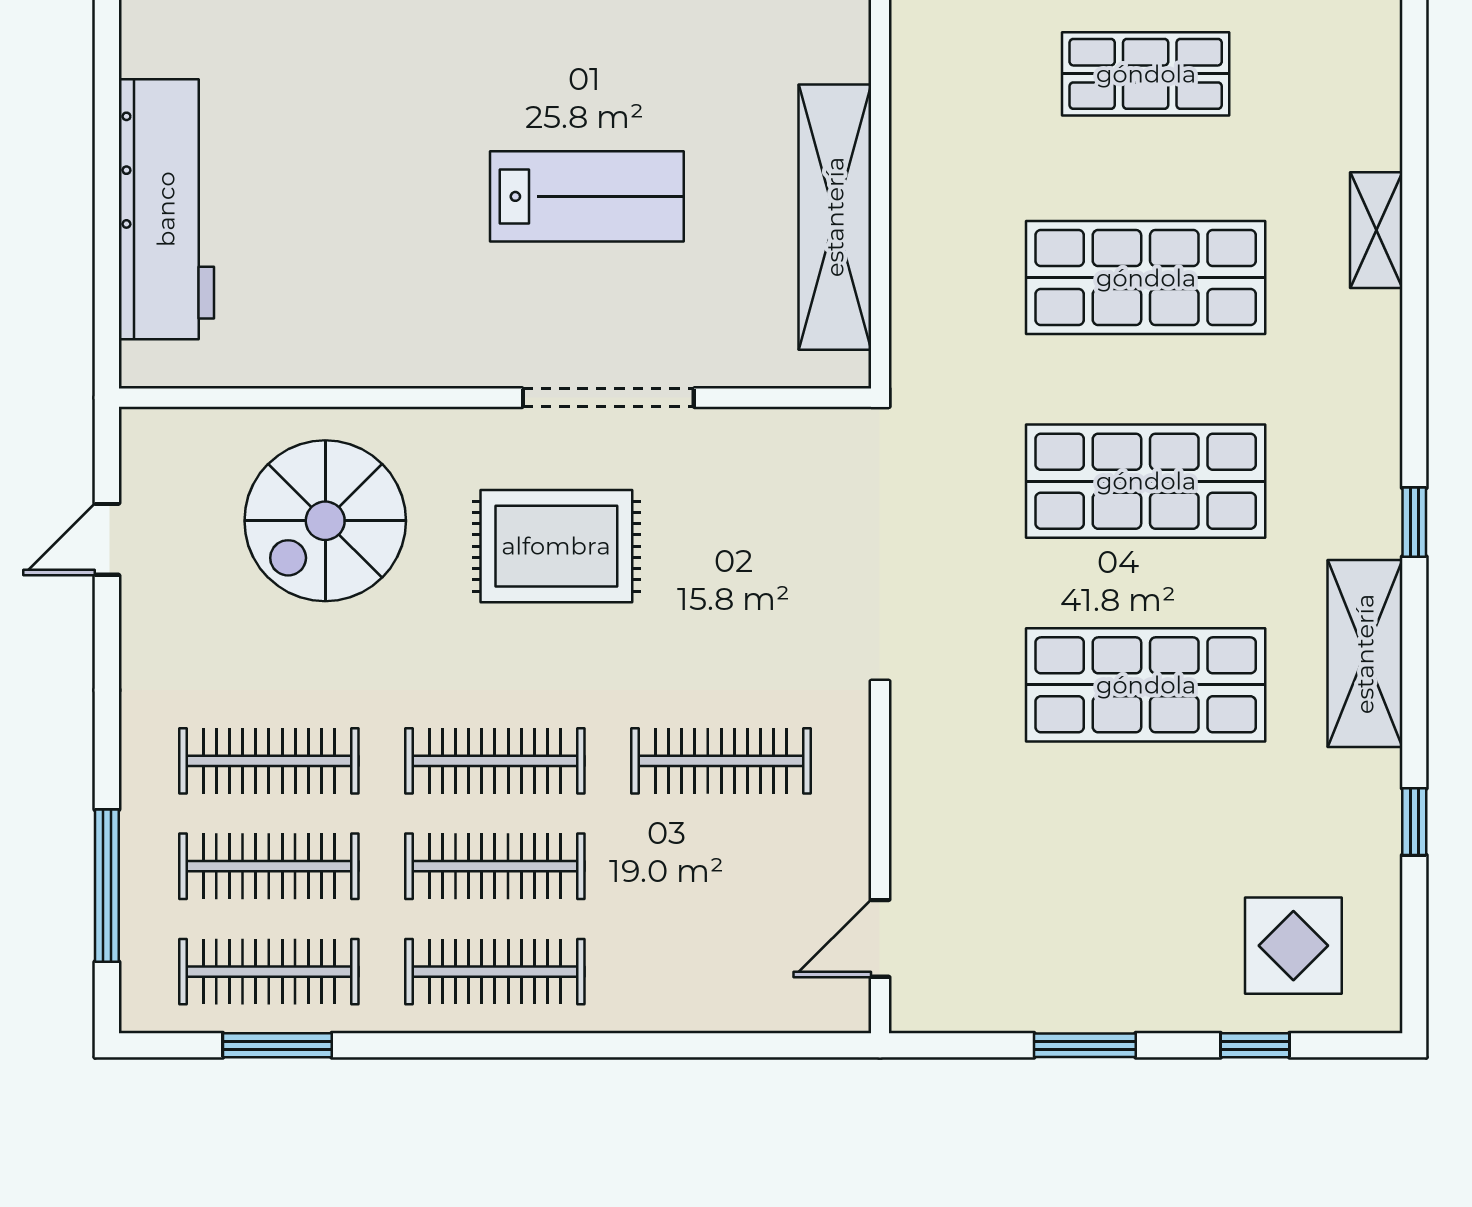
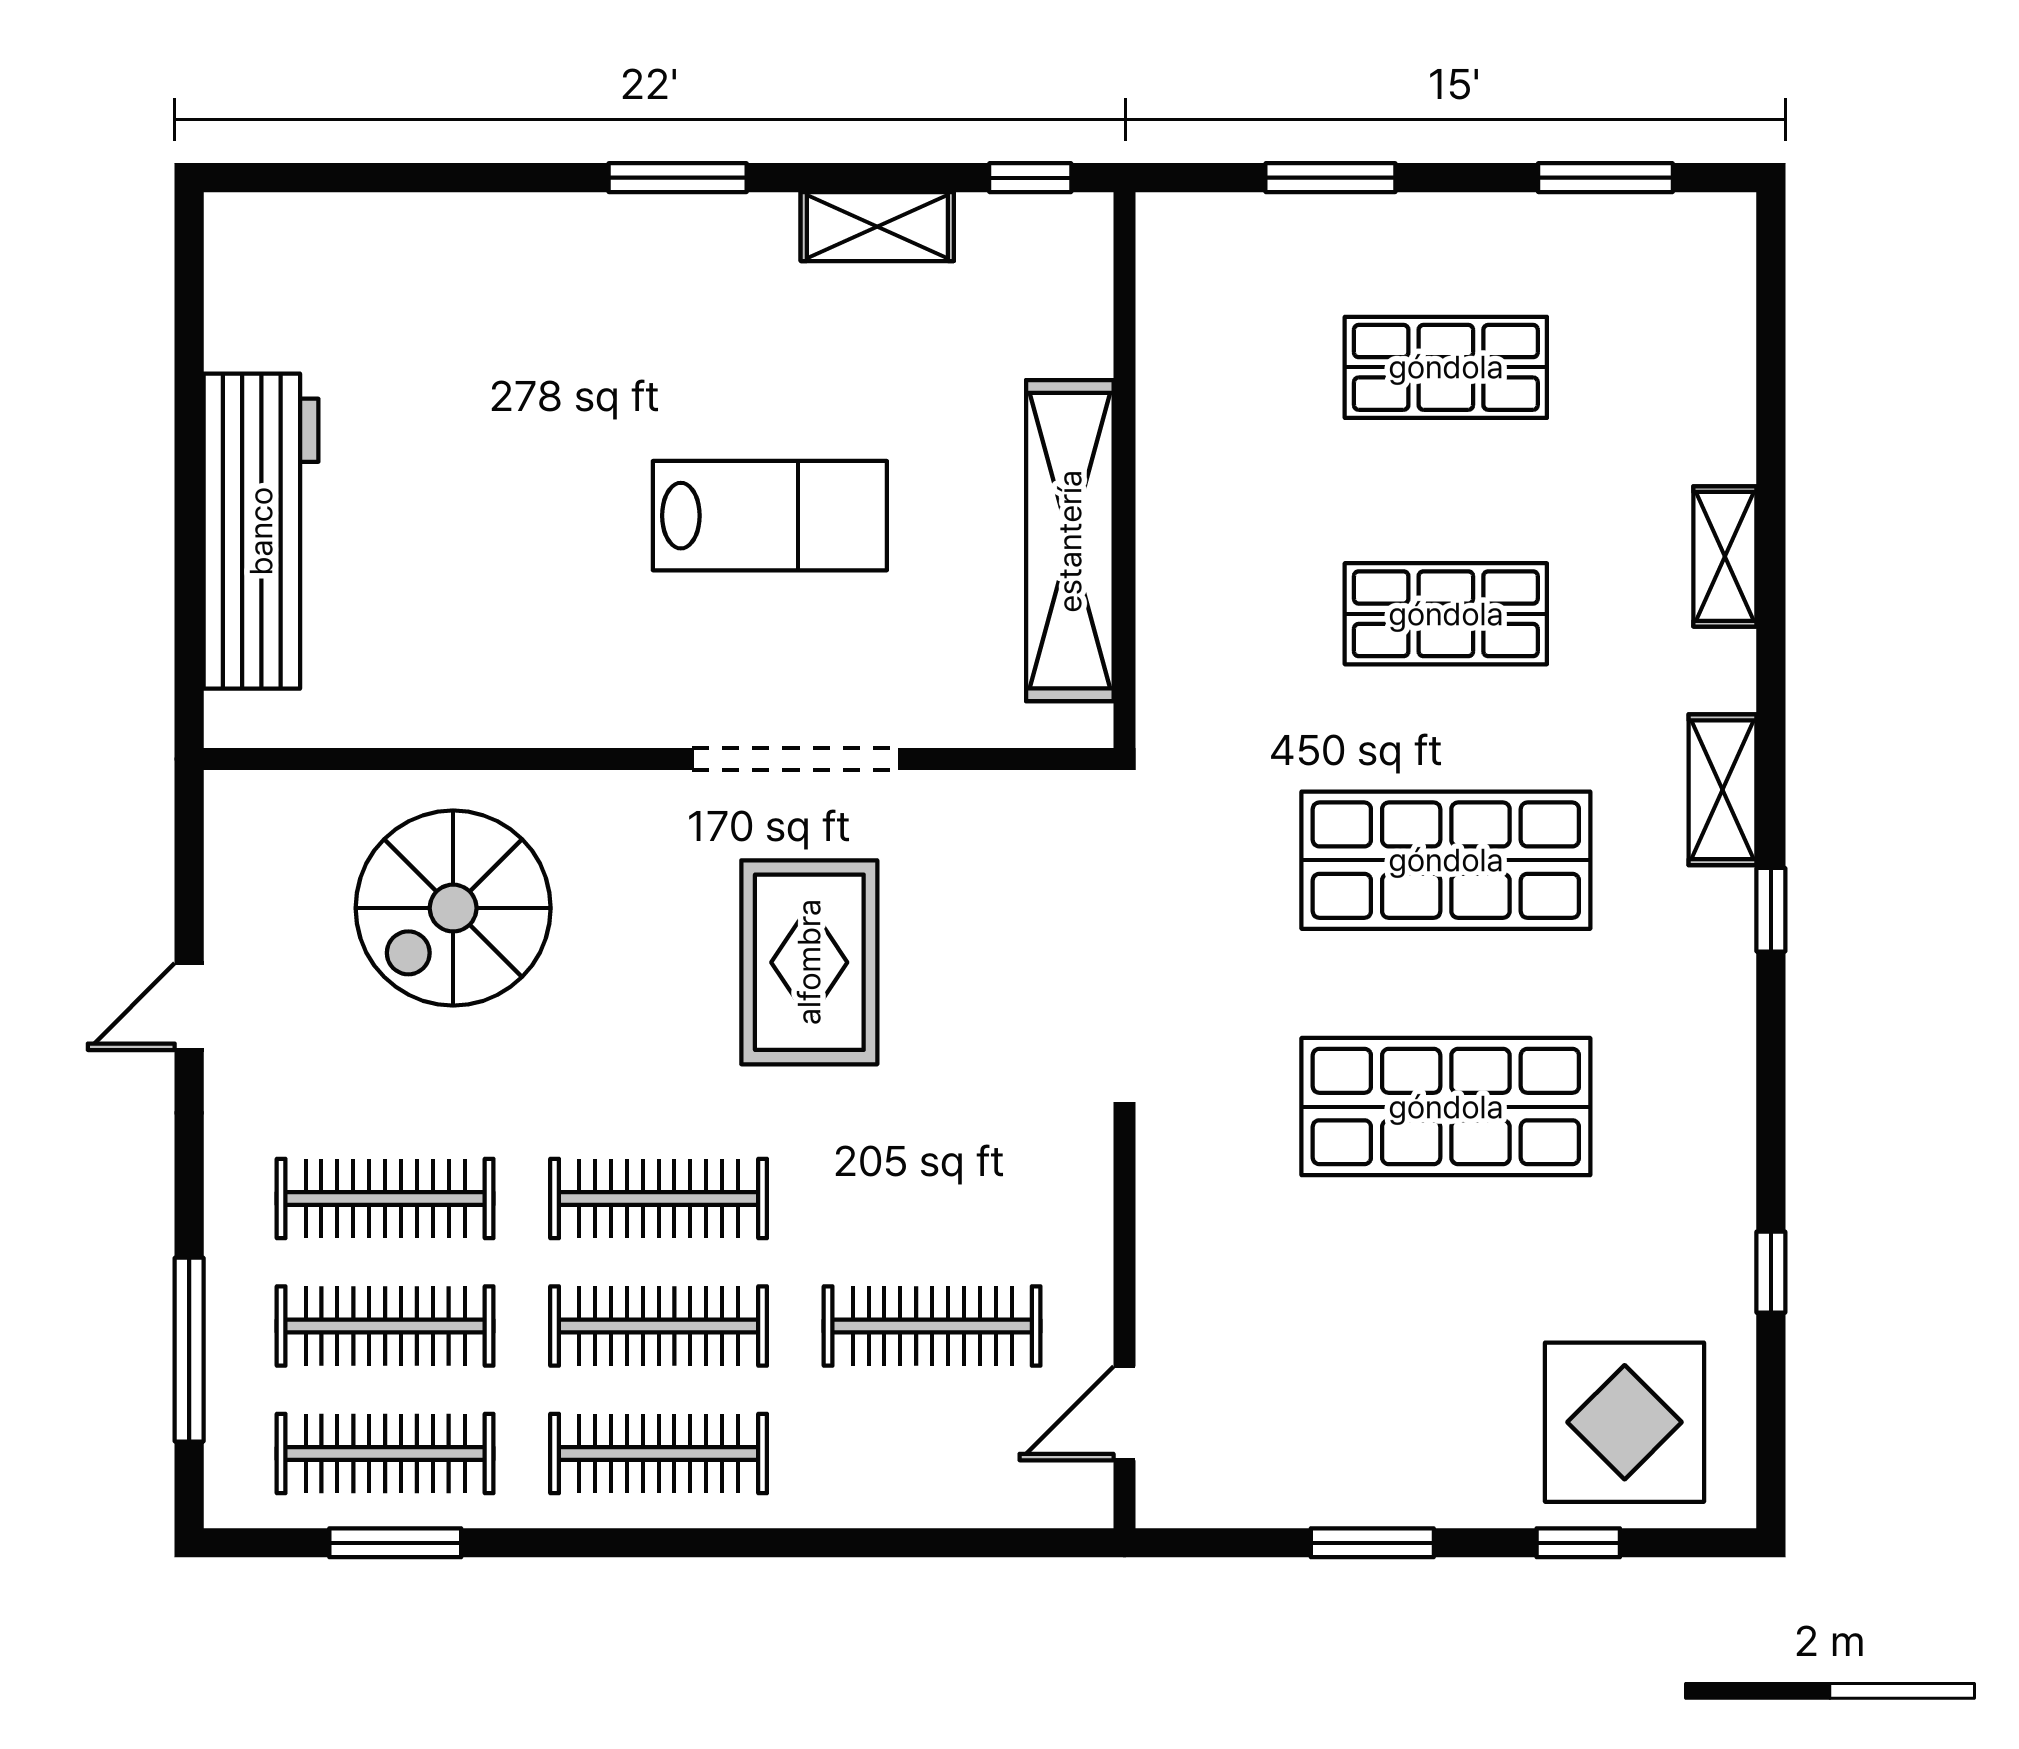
shop shelf: (1146, 278) -> (1446, 614), width x0.70, depth x0.74
door: (107, 539) -> (189, 1007), moved
rug: (556, 546) -> (809, 962), moved, turned 90
shelving: (1365, 654) -> (1723, 790), moved, width x0.67, depth x0.75
clothes rail: (721, 761) -> (932, 1326), moved
display table: (1293, 946) -> (1625, 1422), width x1.36, depth x1.36

